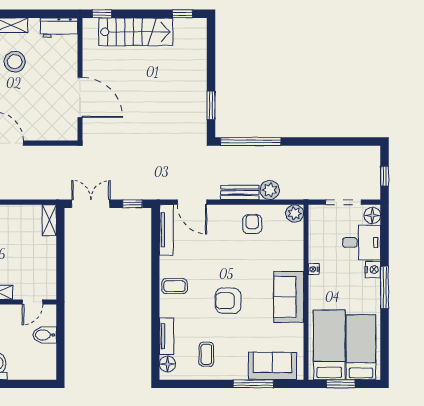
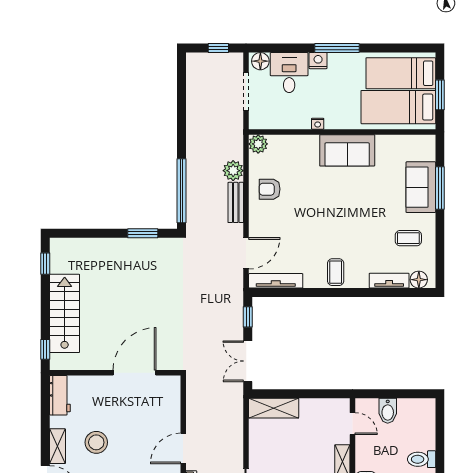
shelving: (49, 220) -> (274, 408), width x1.50, depth x1.33
armchair: (228, 301) -> (351, 215), removed
sofa: (272, 366) -> (421, 187), moved

